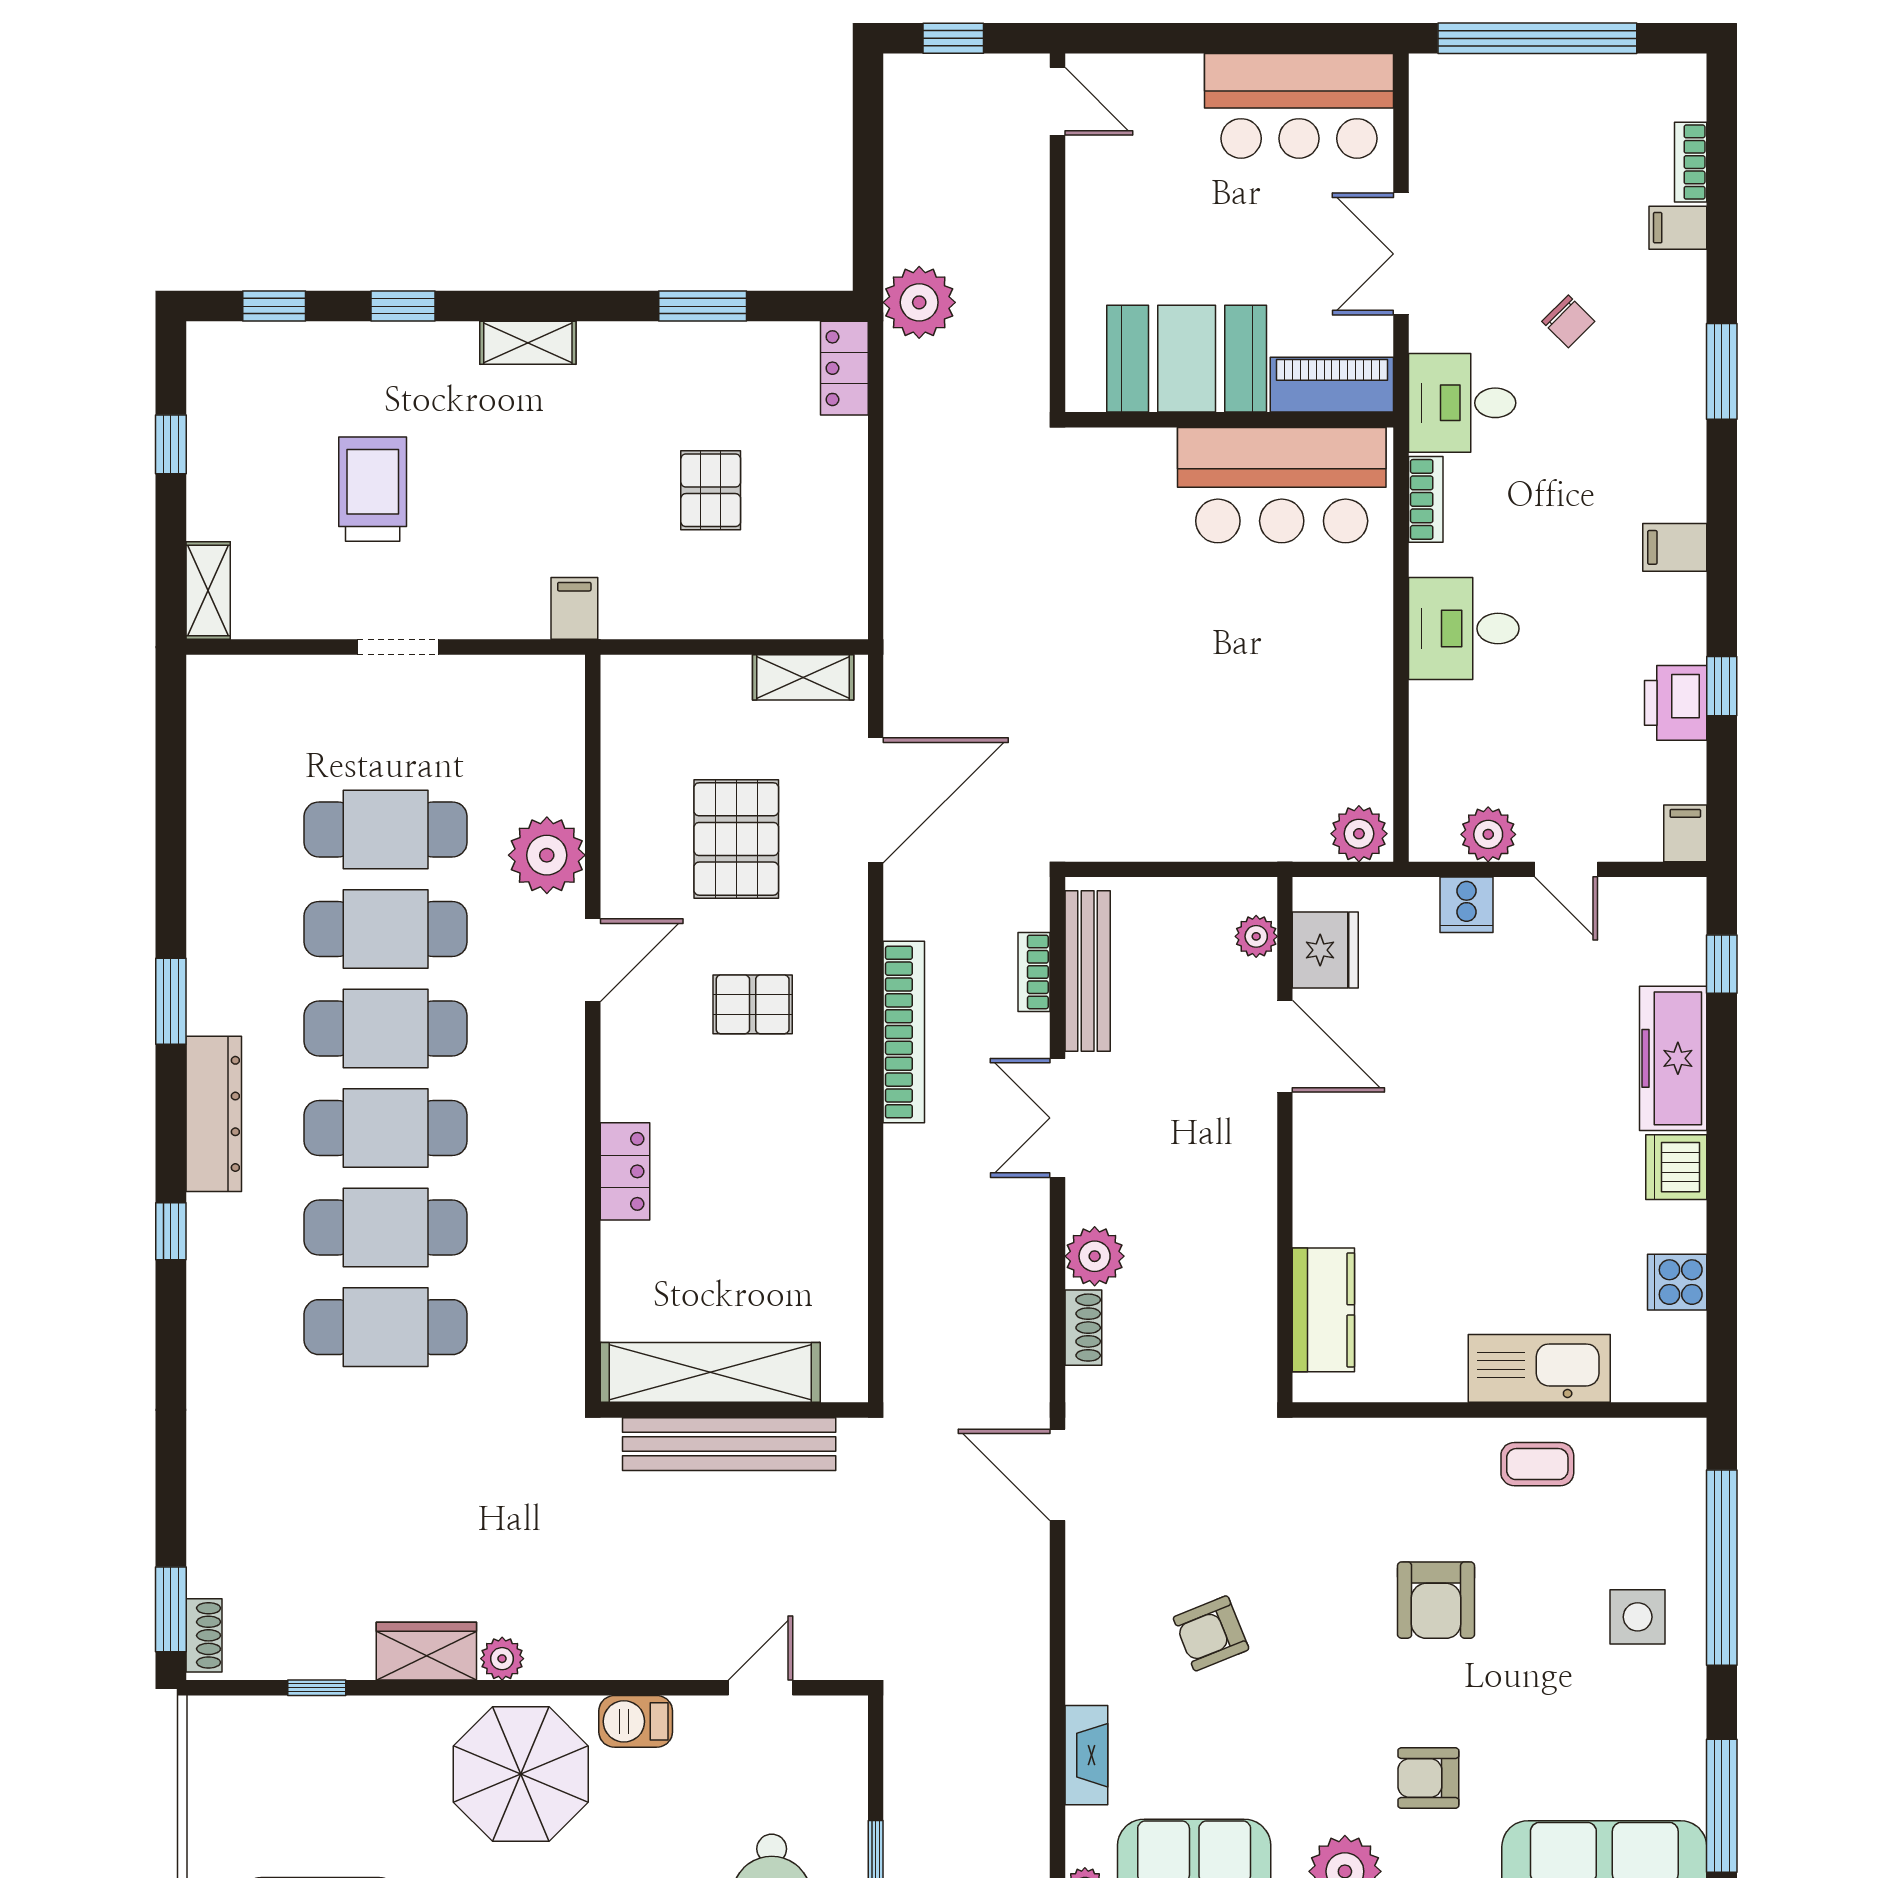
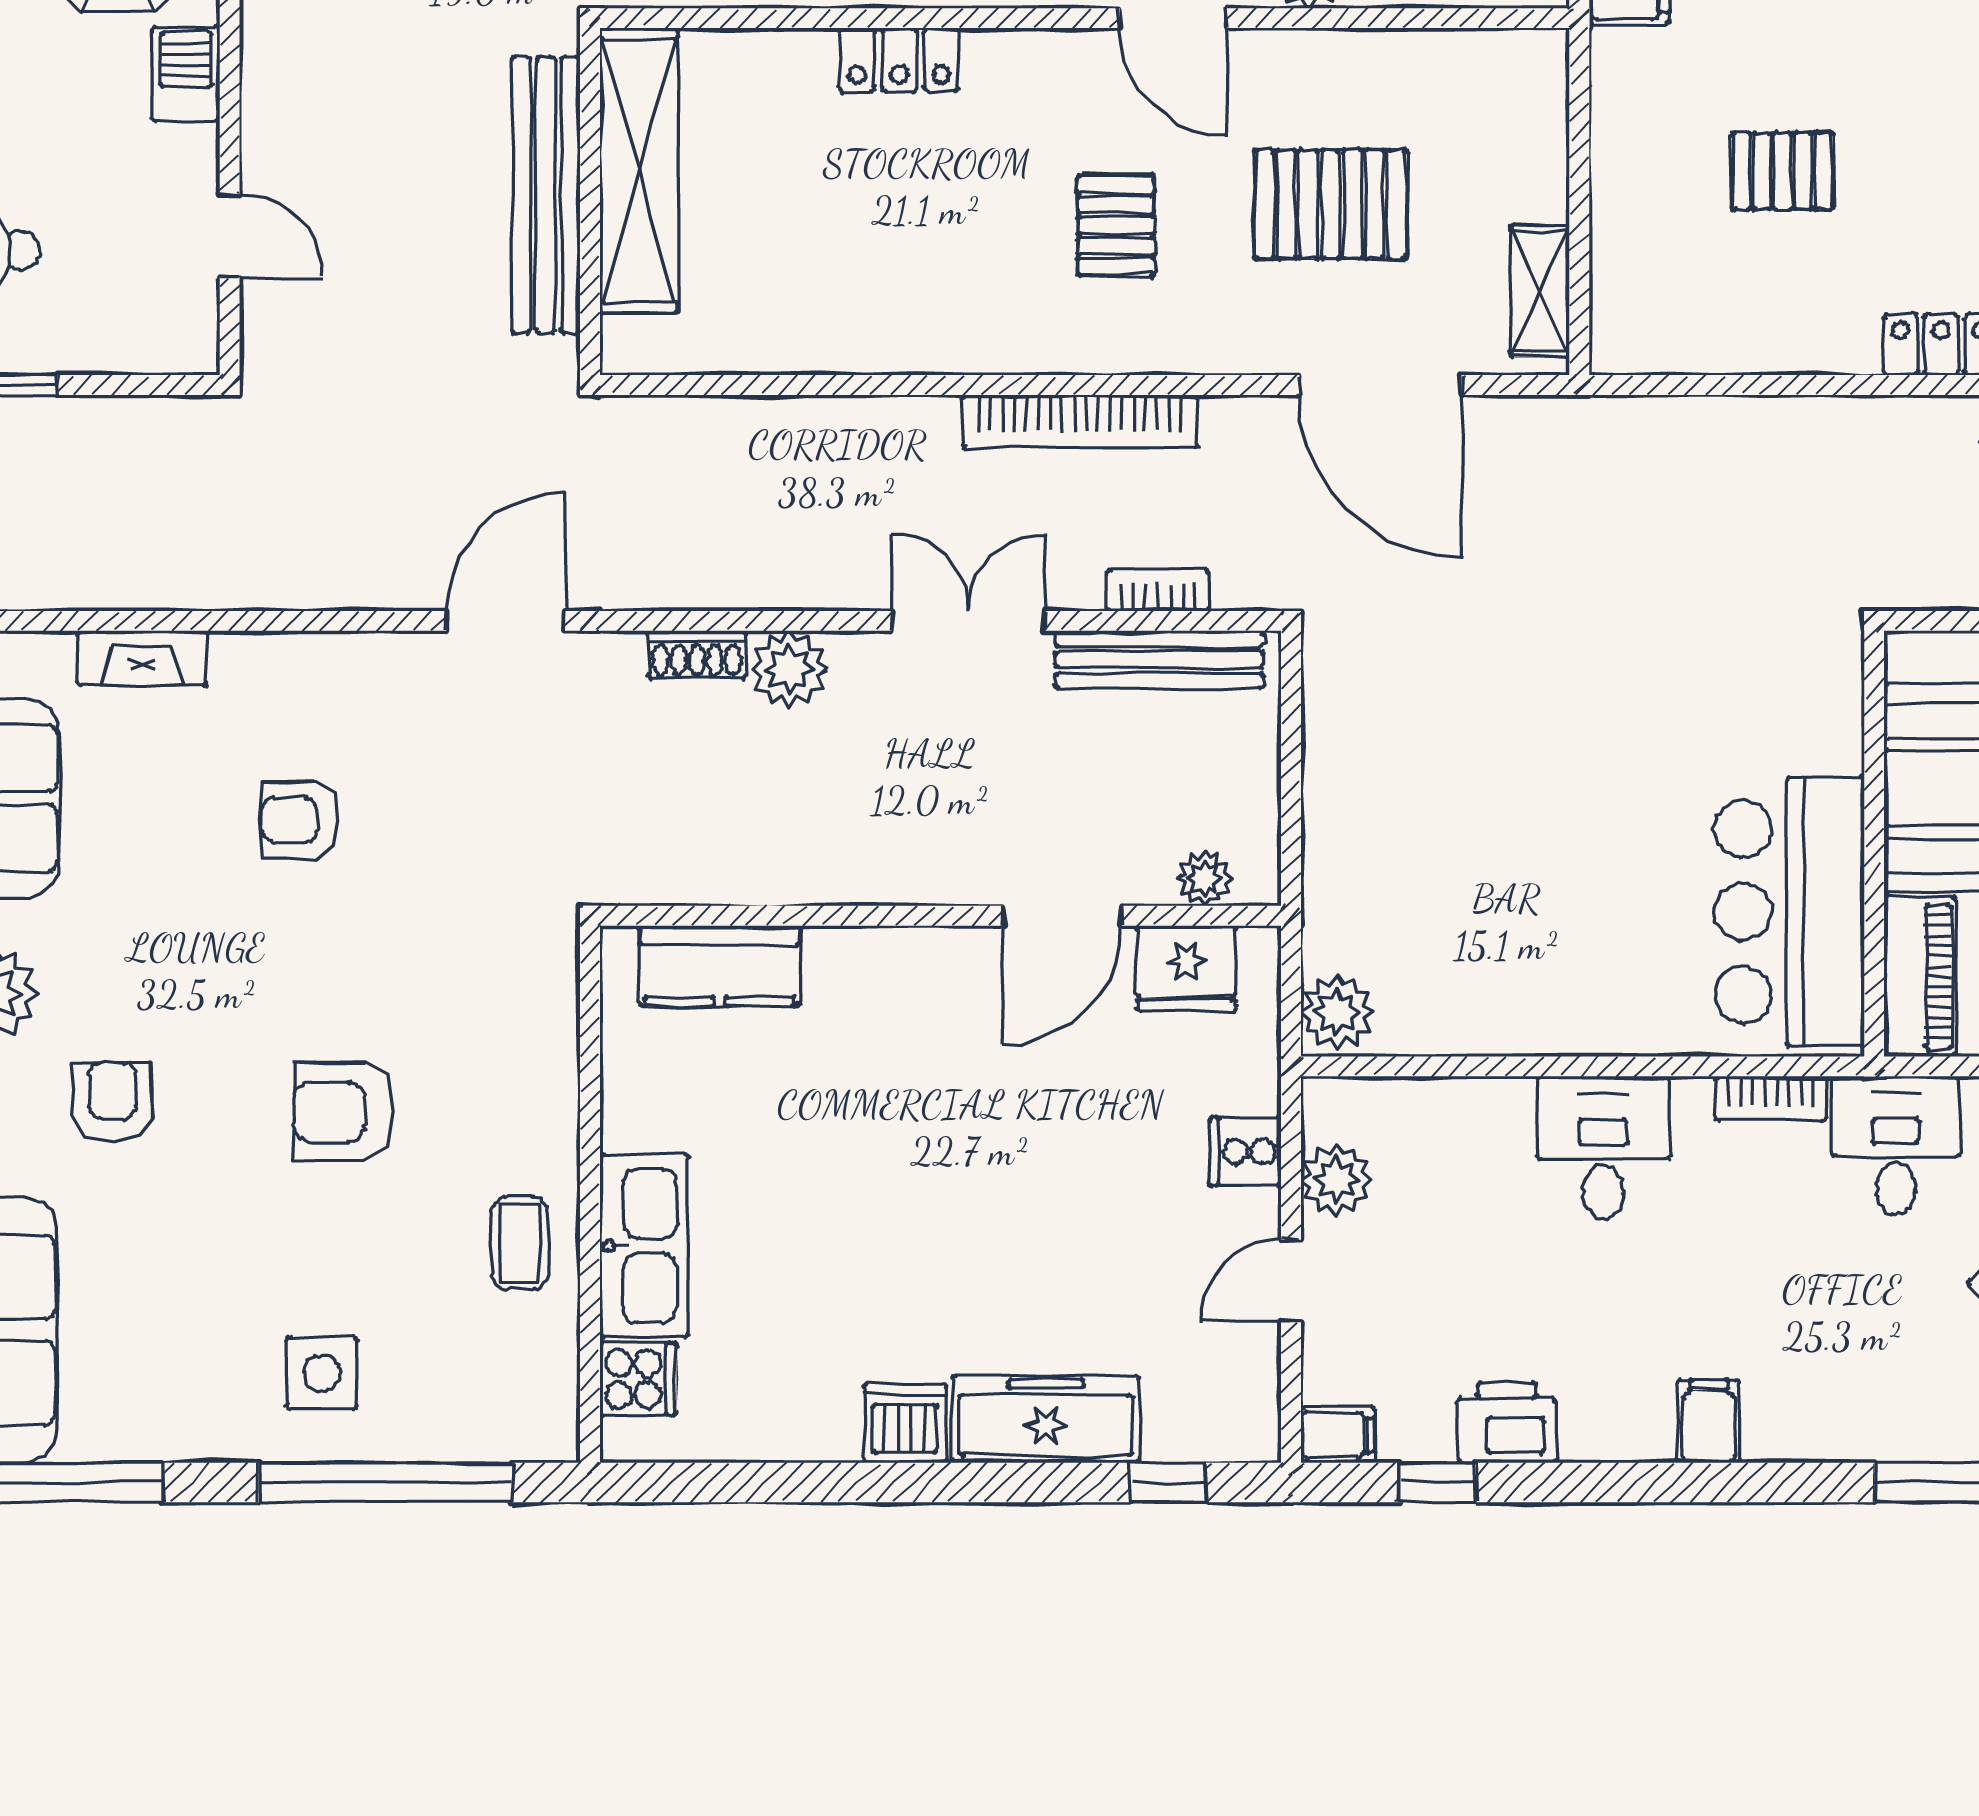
window: (1722, 686) -> (1438, 1482), moved
cooker: (1677, 1282) -> (638, 1379), moved, turned 90
armchair: (1211, 1633) -> (300, 820), turned -68

